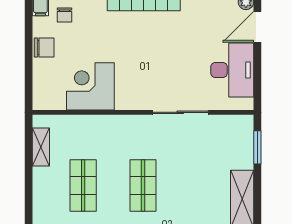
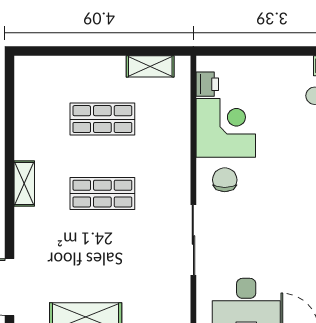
chair: (44, 48) -> (225, 180), moved, turned 180
printer: (55, 101) -> (207, 84), added

